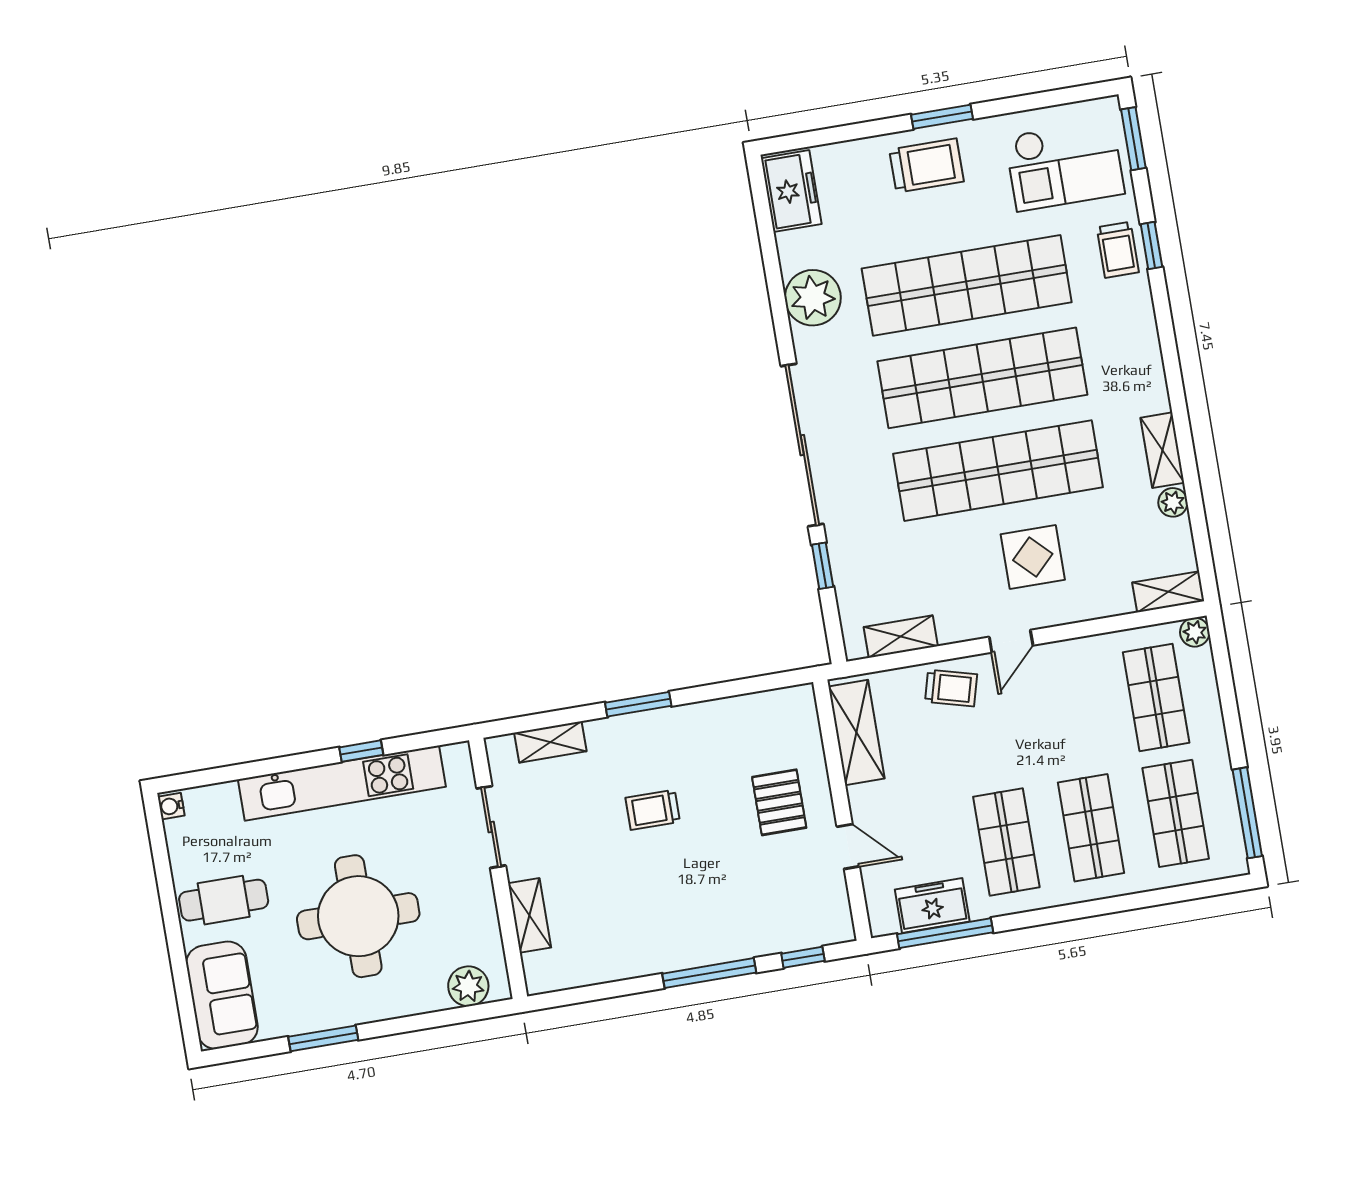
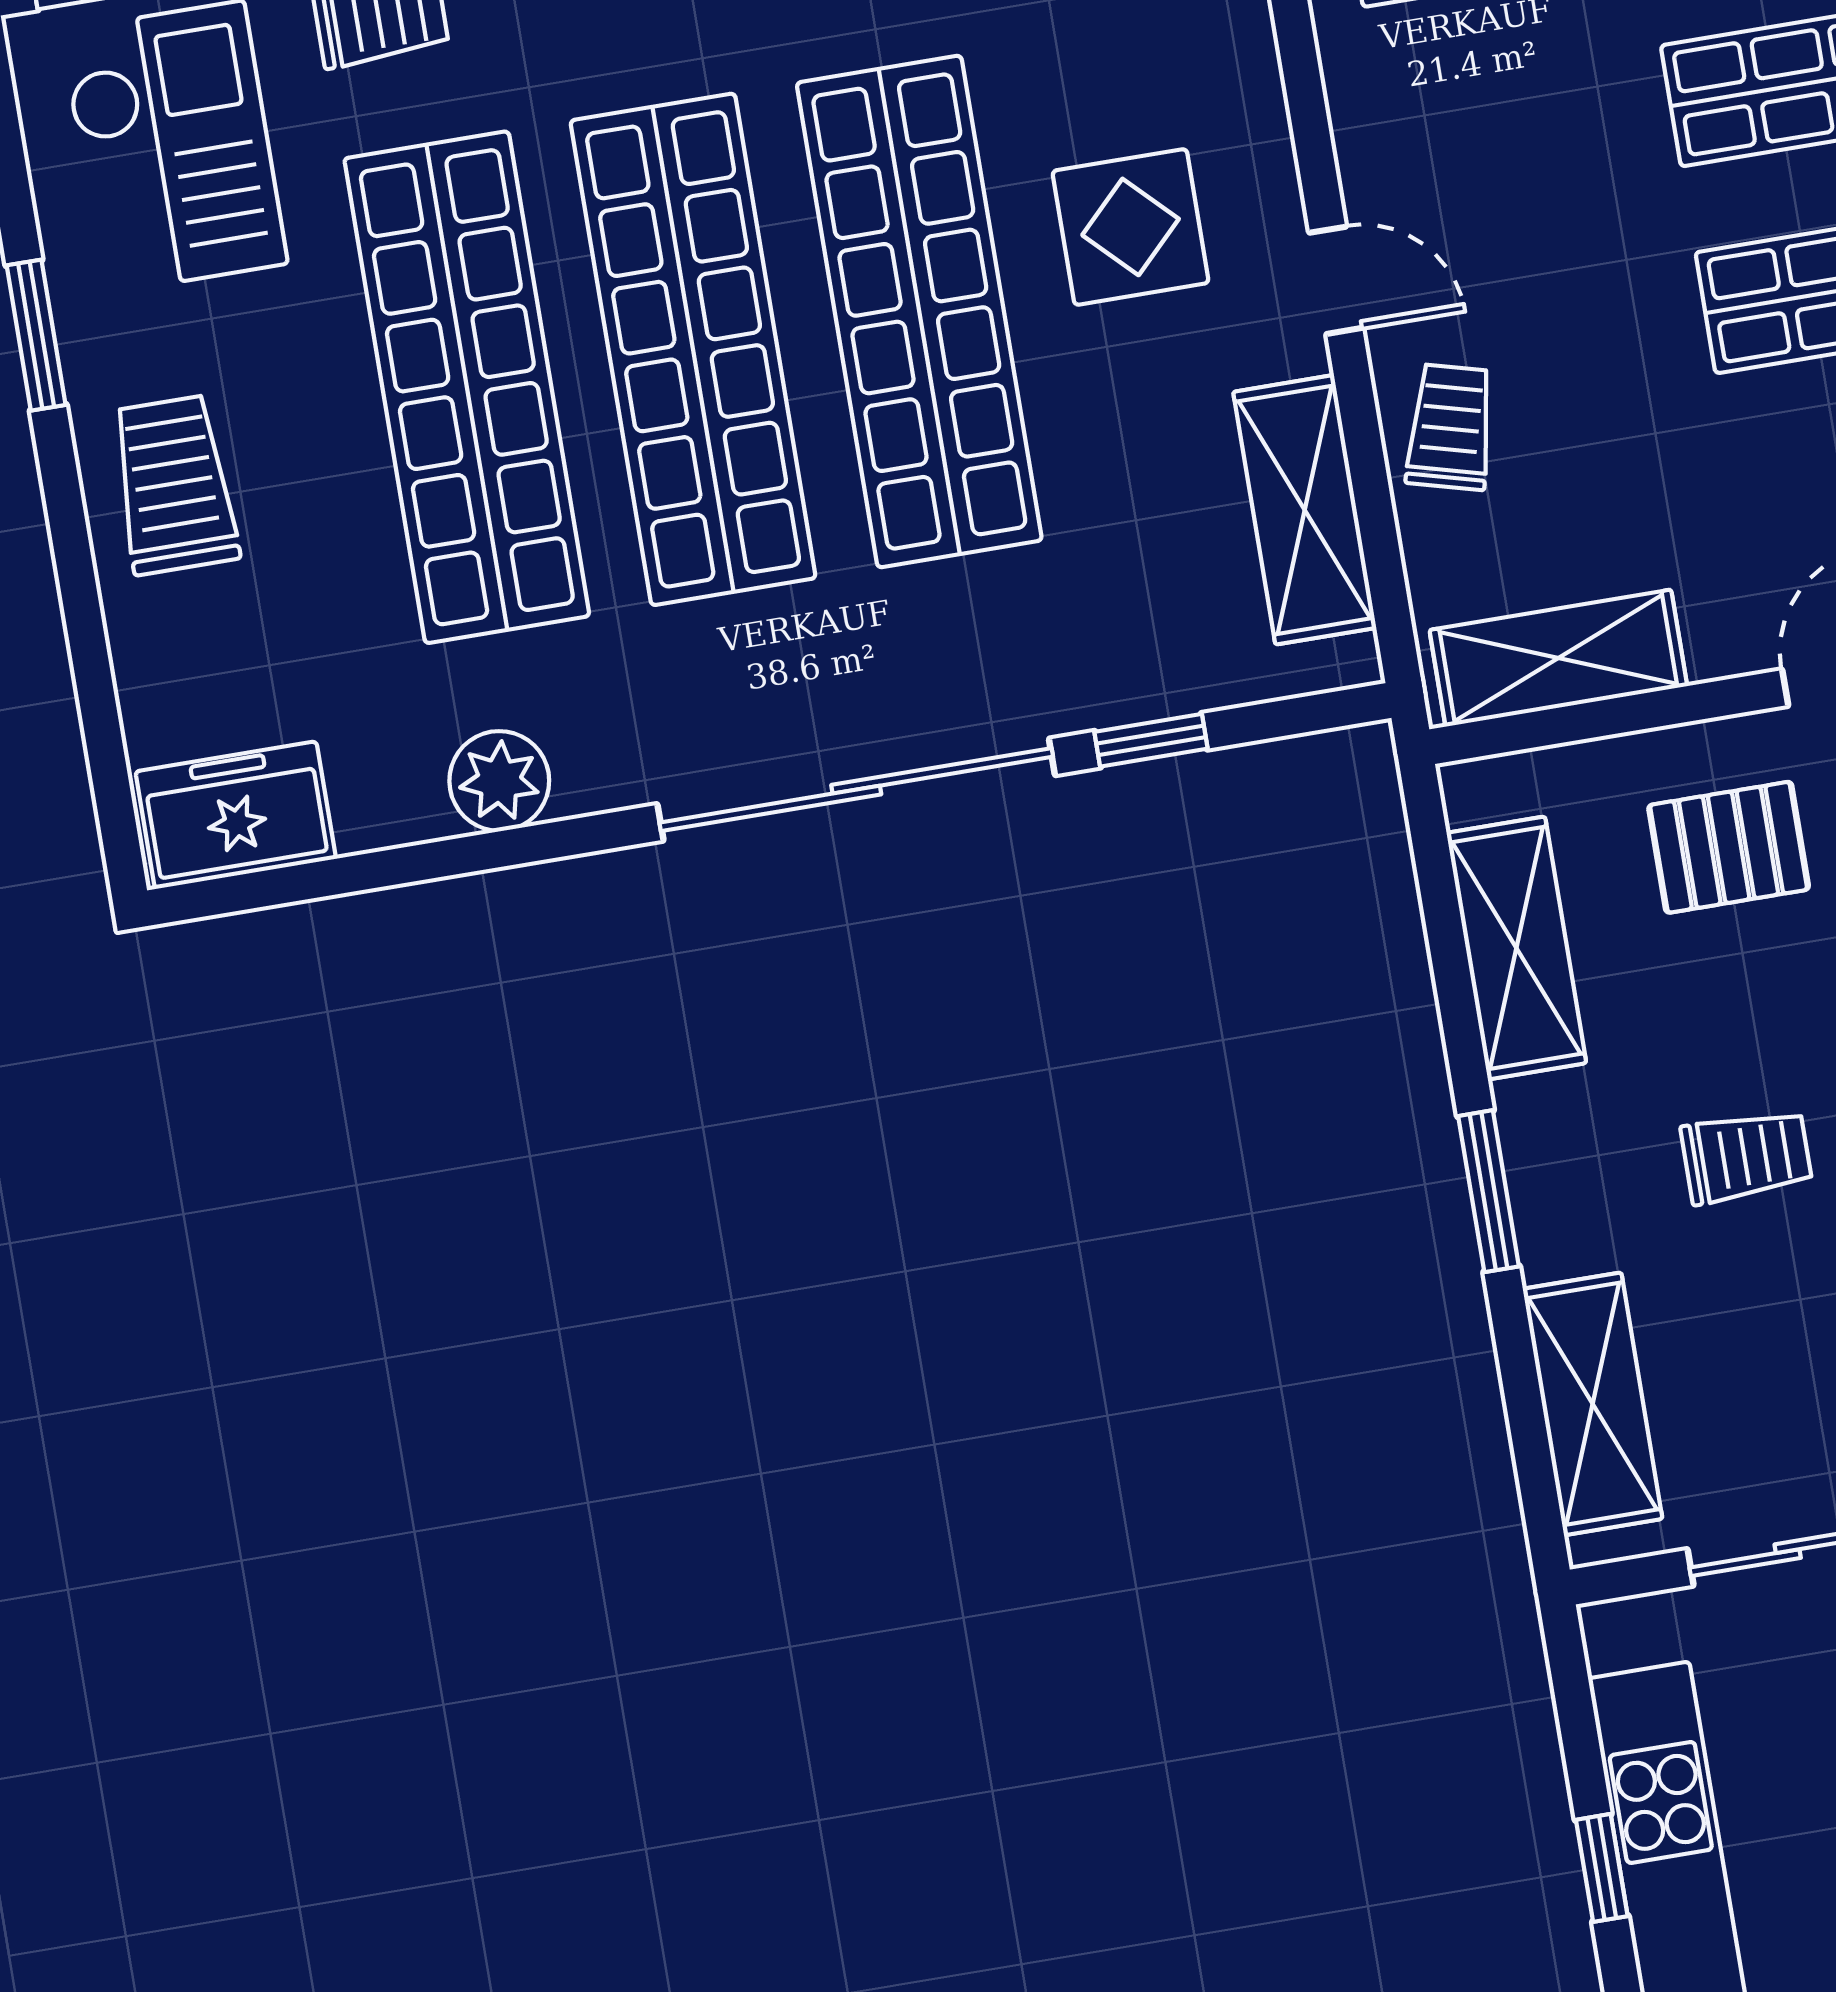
window: (942, 117) -> (36, 335), moved
plant: (813, 298) -> (499, 781), width x0.73, depth x0.73
shelving: (901, 637) -> (1305, 510), width x1.50, depth x1.33
shelving: (738, 715) -> (1516, 948), added
shelving: (550, 742) -> (1593, 1404), width x1.50, depth x1.33
trolley: (653, 810) -> (1746, 1156), turned -90

